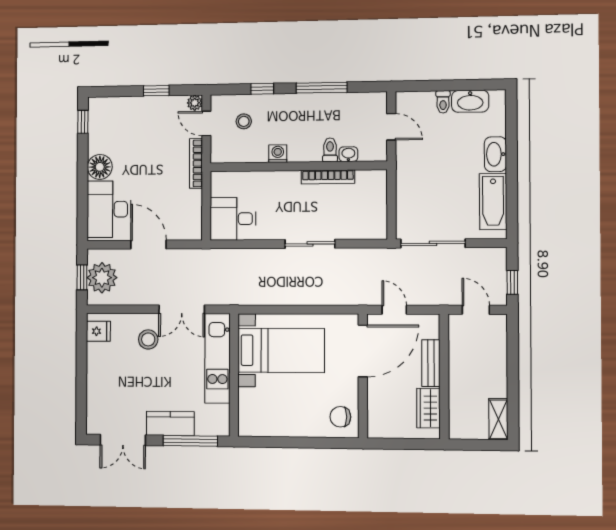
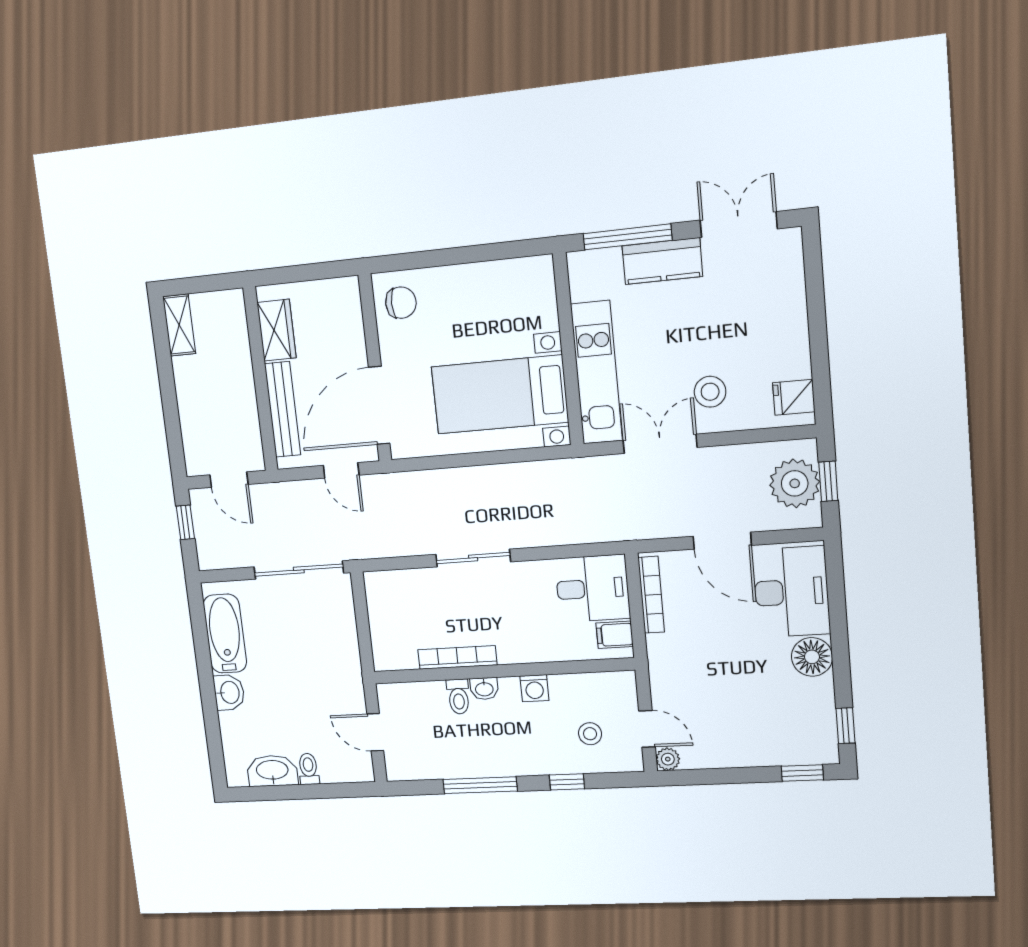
window: (156, 91) -> (802, 773), moved
washbasin: (348, 154) -> (484, 689), moved
washbasin: (495, 154) -> (229, 692), width x0.72
bookcase: (196, 163) -> (651, 595), moved
filing cabinet: (222, 187) -> (615, 635), added
bench: (431, 363) -> (283, 409), width x1.36

